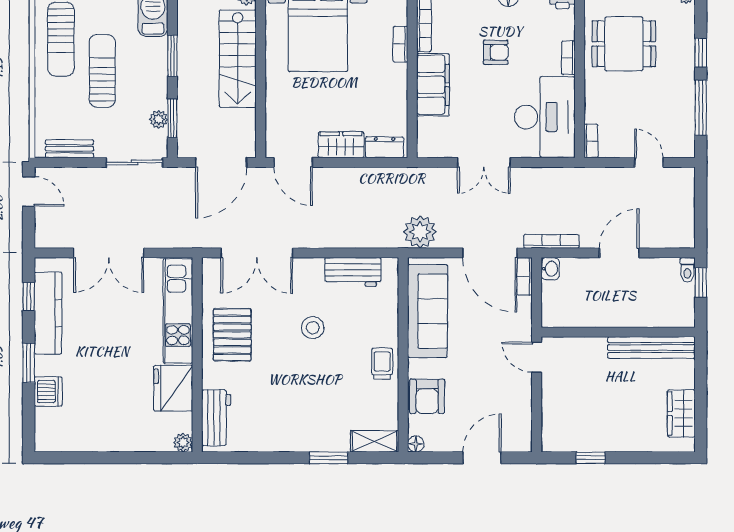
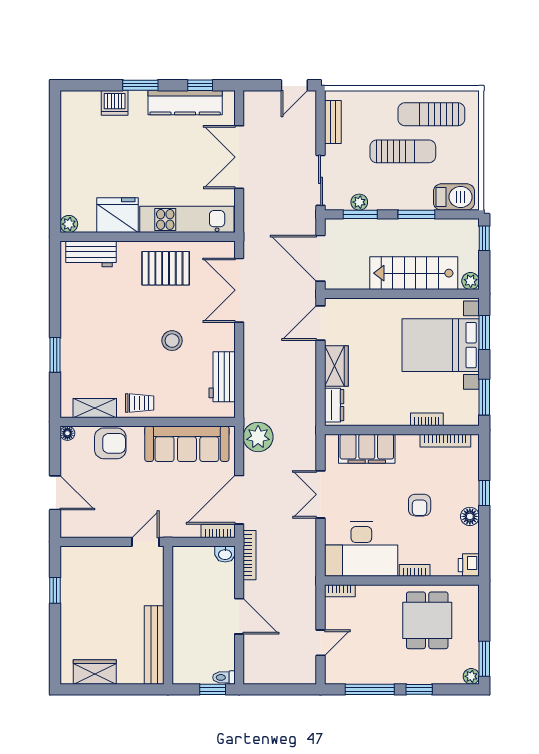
filing cabinet: (433, 85) -> (367, 449), moved
armchair: (427, 396) -> (110, 443), turned 180
shelving: (375, 441) -> (95, 408), moved, turned 90

